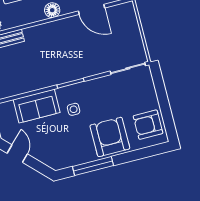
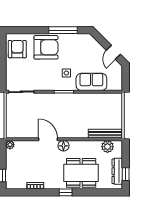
door: (91, 9) -> (48, 139), moved
armchair: (148, 125) -> (17, 49), turned -90
armchair: (110, 137) -> (46, 47), turned -90

